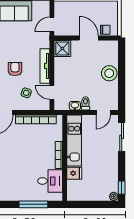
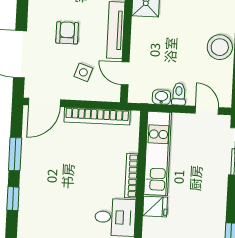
door: (103, 112) -> (207, 110), swing flipped

